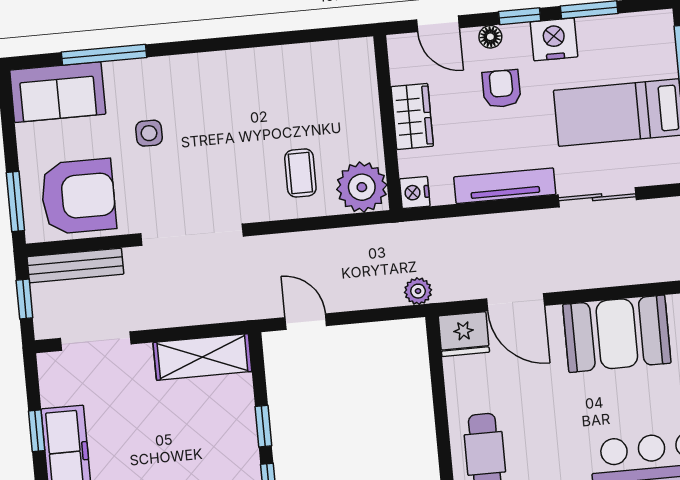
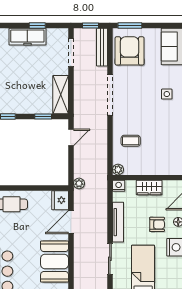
side table: (149, 133) -> (167, 94), moved
plant: (362, 187) -> (118, 170), width x0.53, depth x0.53
armchair: (78, 196) -> (130, 51), turned 180
window: (263, 426) -> (43, 117), moved

